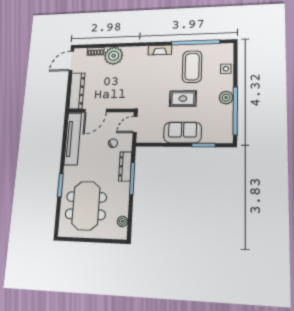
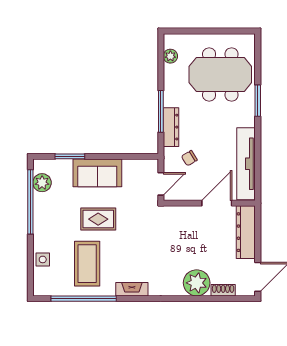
plant: (226, 98) -> (42, 183), moved
meeting table: (86, 206) -> (220, 75), turned 90

